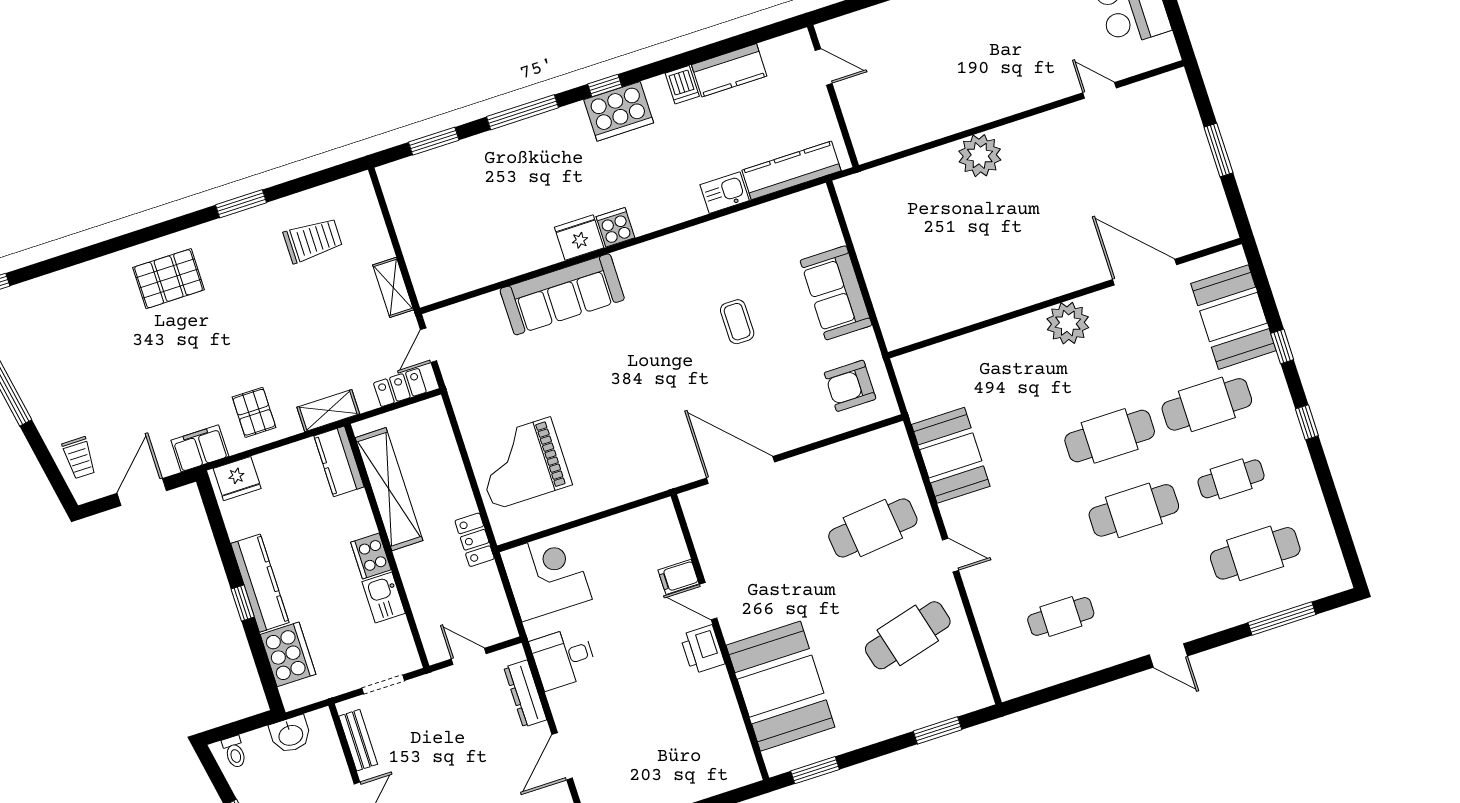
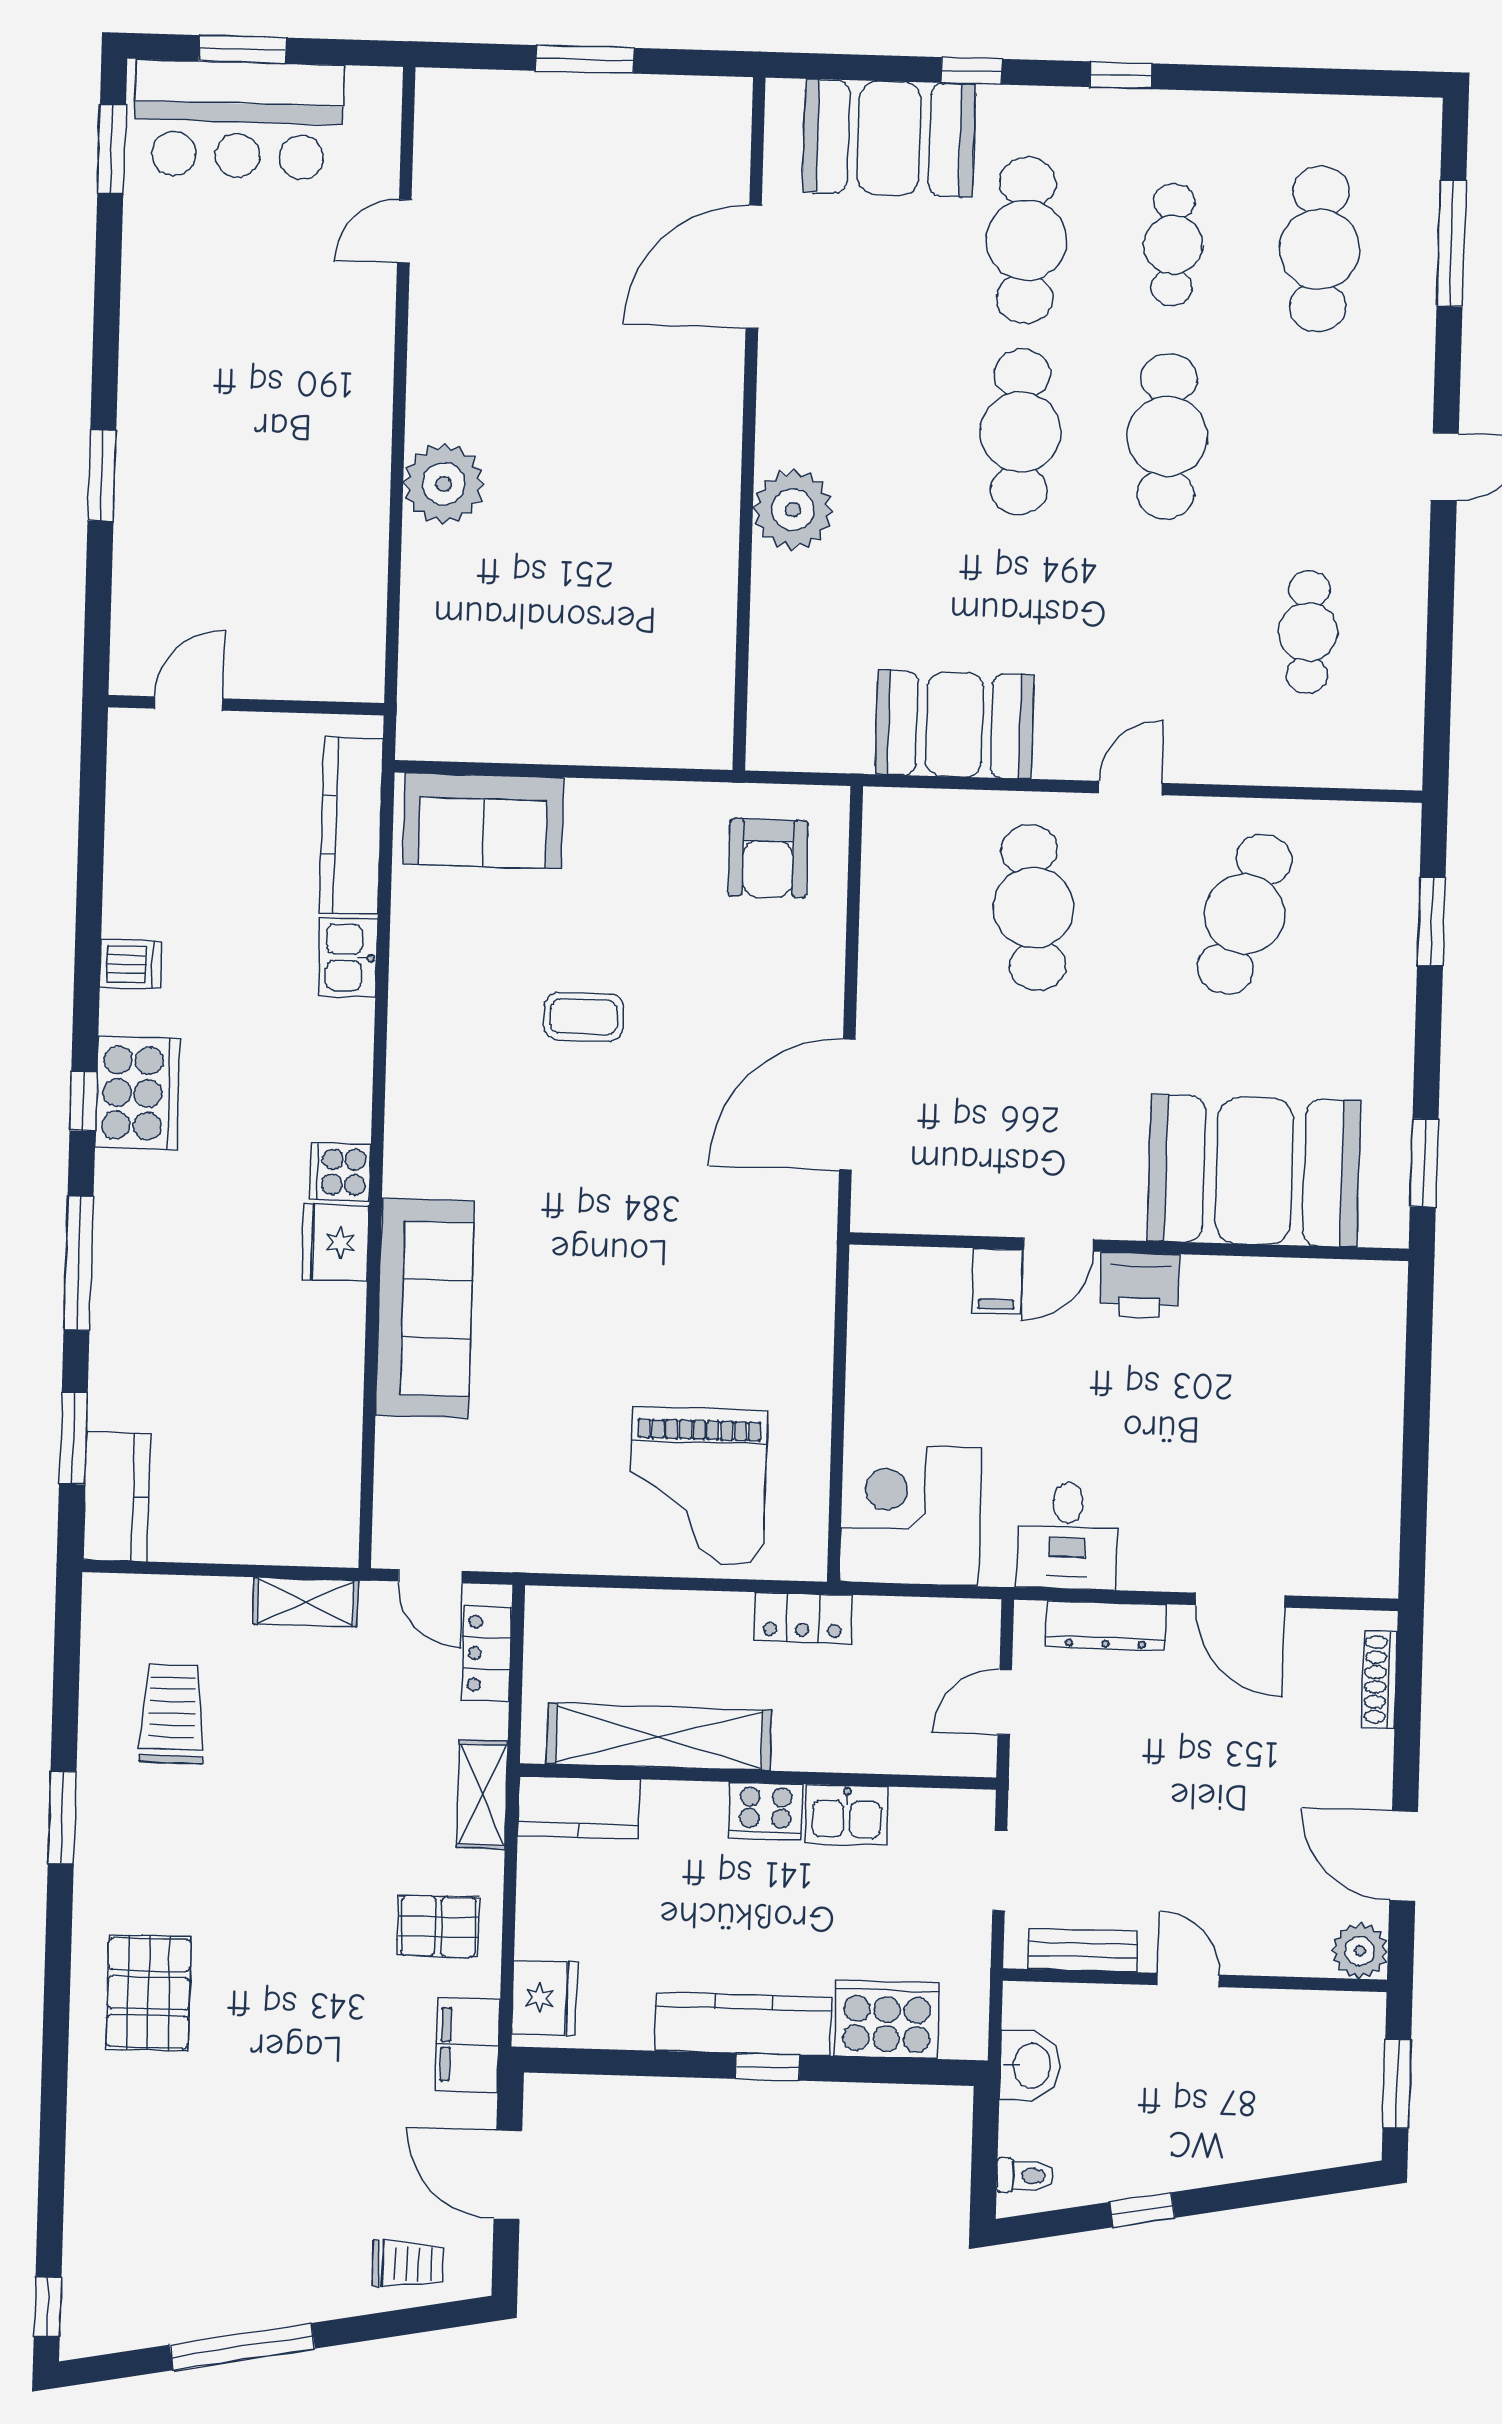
kitchen counter: (729, 70) -> (117, 1497), moved
sofa: (836, 293) -> (483, 821), moved
plant: (1068, 323) -> (793, 510), moved
cafe table: (908, 635) -> (1245, 914), turned 33

